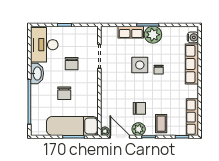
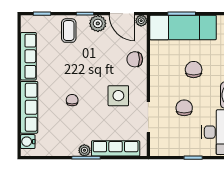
row of seats: (131, 32) -> (116, 148), width x1.48
plant: (153, 35) -> (84, 150), width x0.53, depth x0.53
side table: (140, 65) -> (118, 96), moved
chair: (139, 108) -> (135, 59), moved
row of seats: (192, 117) -> (28, 56), moved

